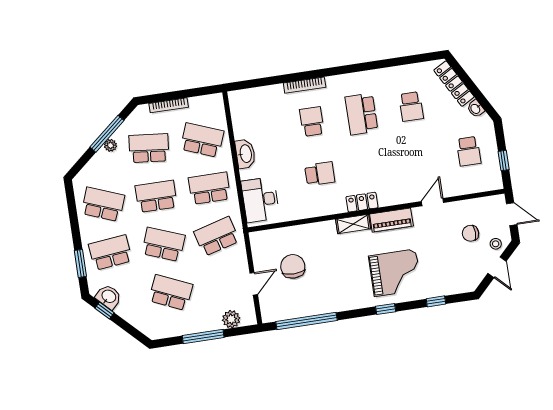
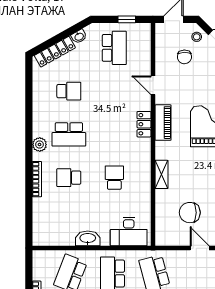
plant: (345, 82) -> (40, 145), added
school desk: (469, 151) -> (114, 48), width x1.85
locker: (362, 202) -> (144, 124), moved
shelving: (353, 224) -> (161, 174), moved

